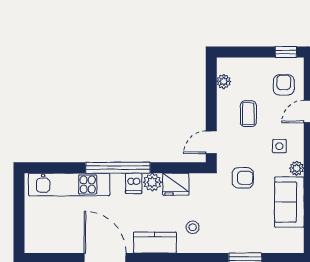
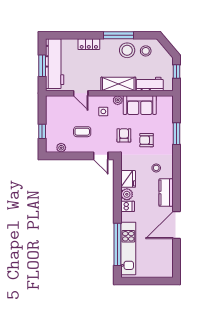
window: (286, 52) -> (42, 131), moved
armchair: (284, 85) -> (147, 140), moved
window: (118, 168) -> (117, 244), moved

